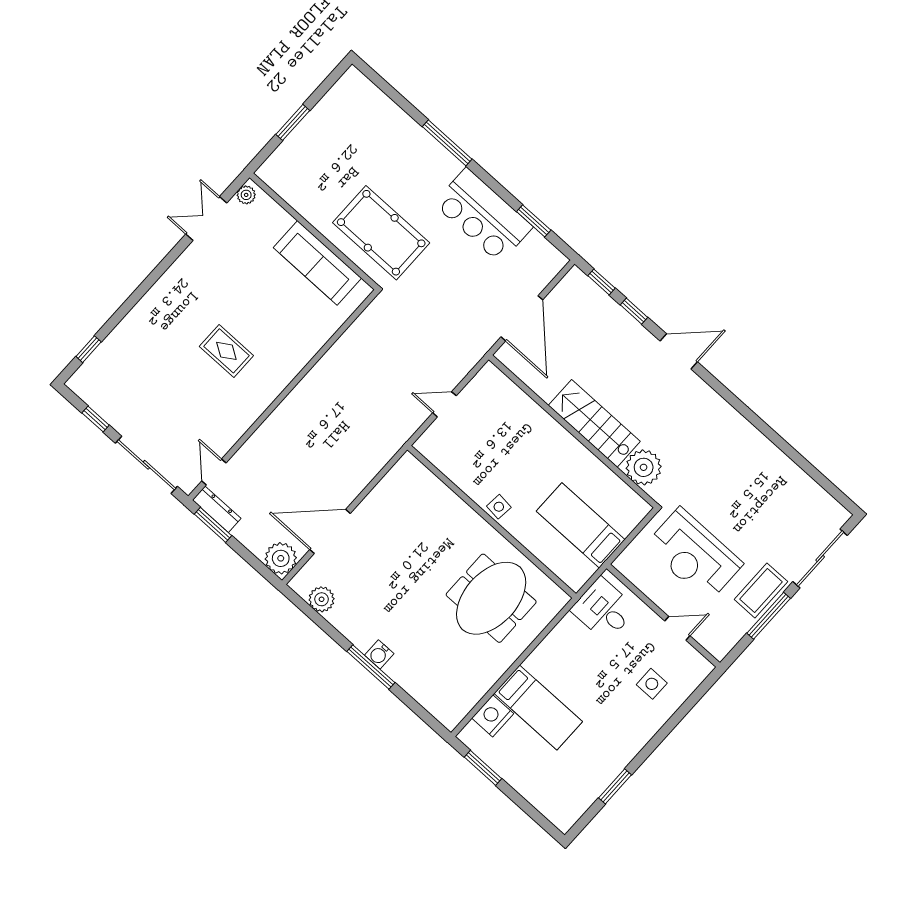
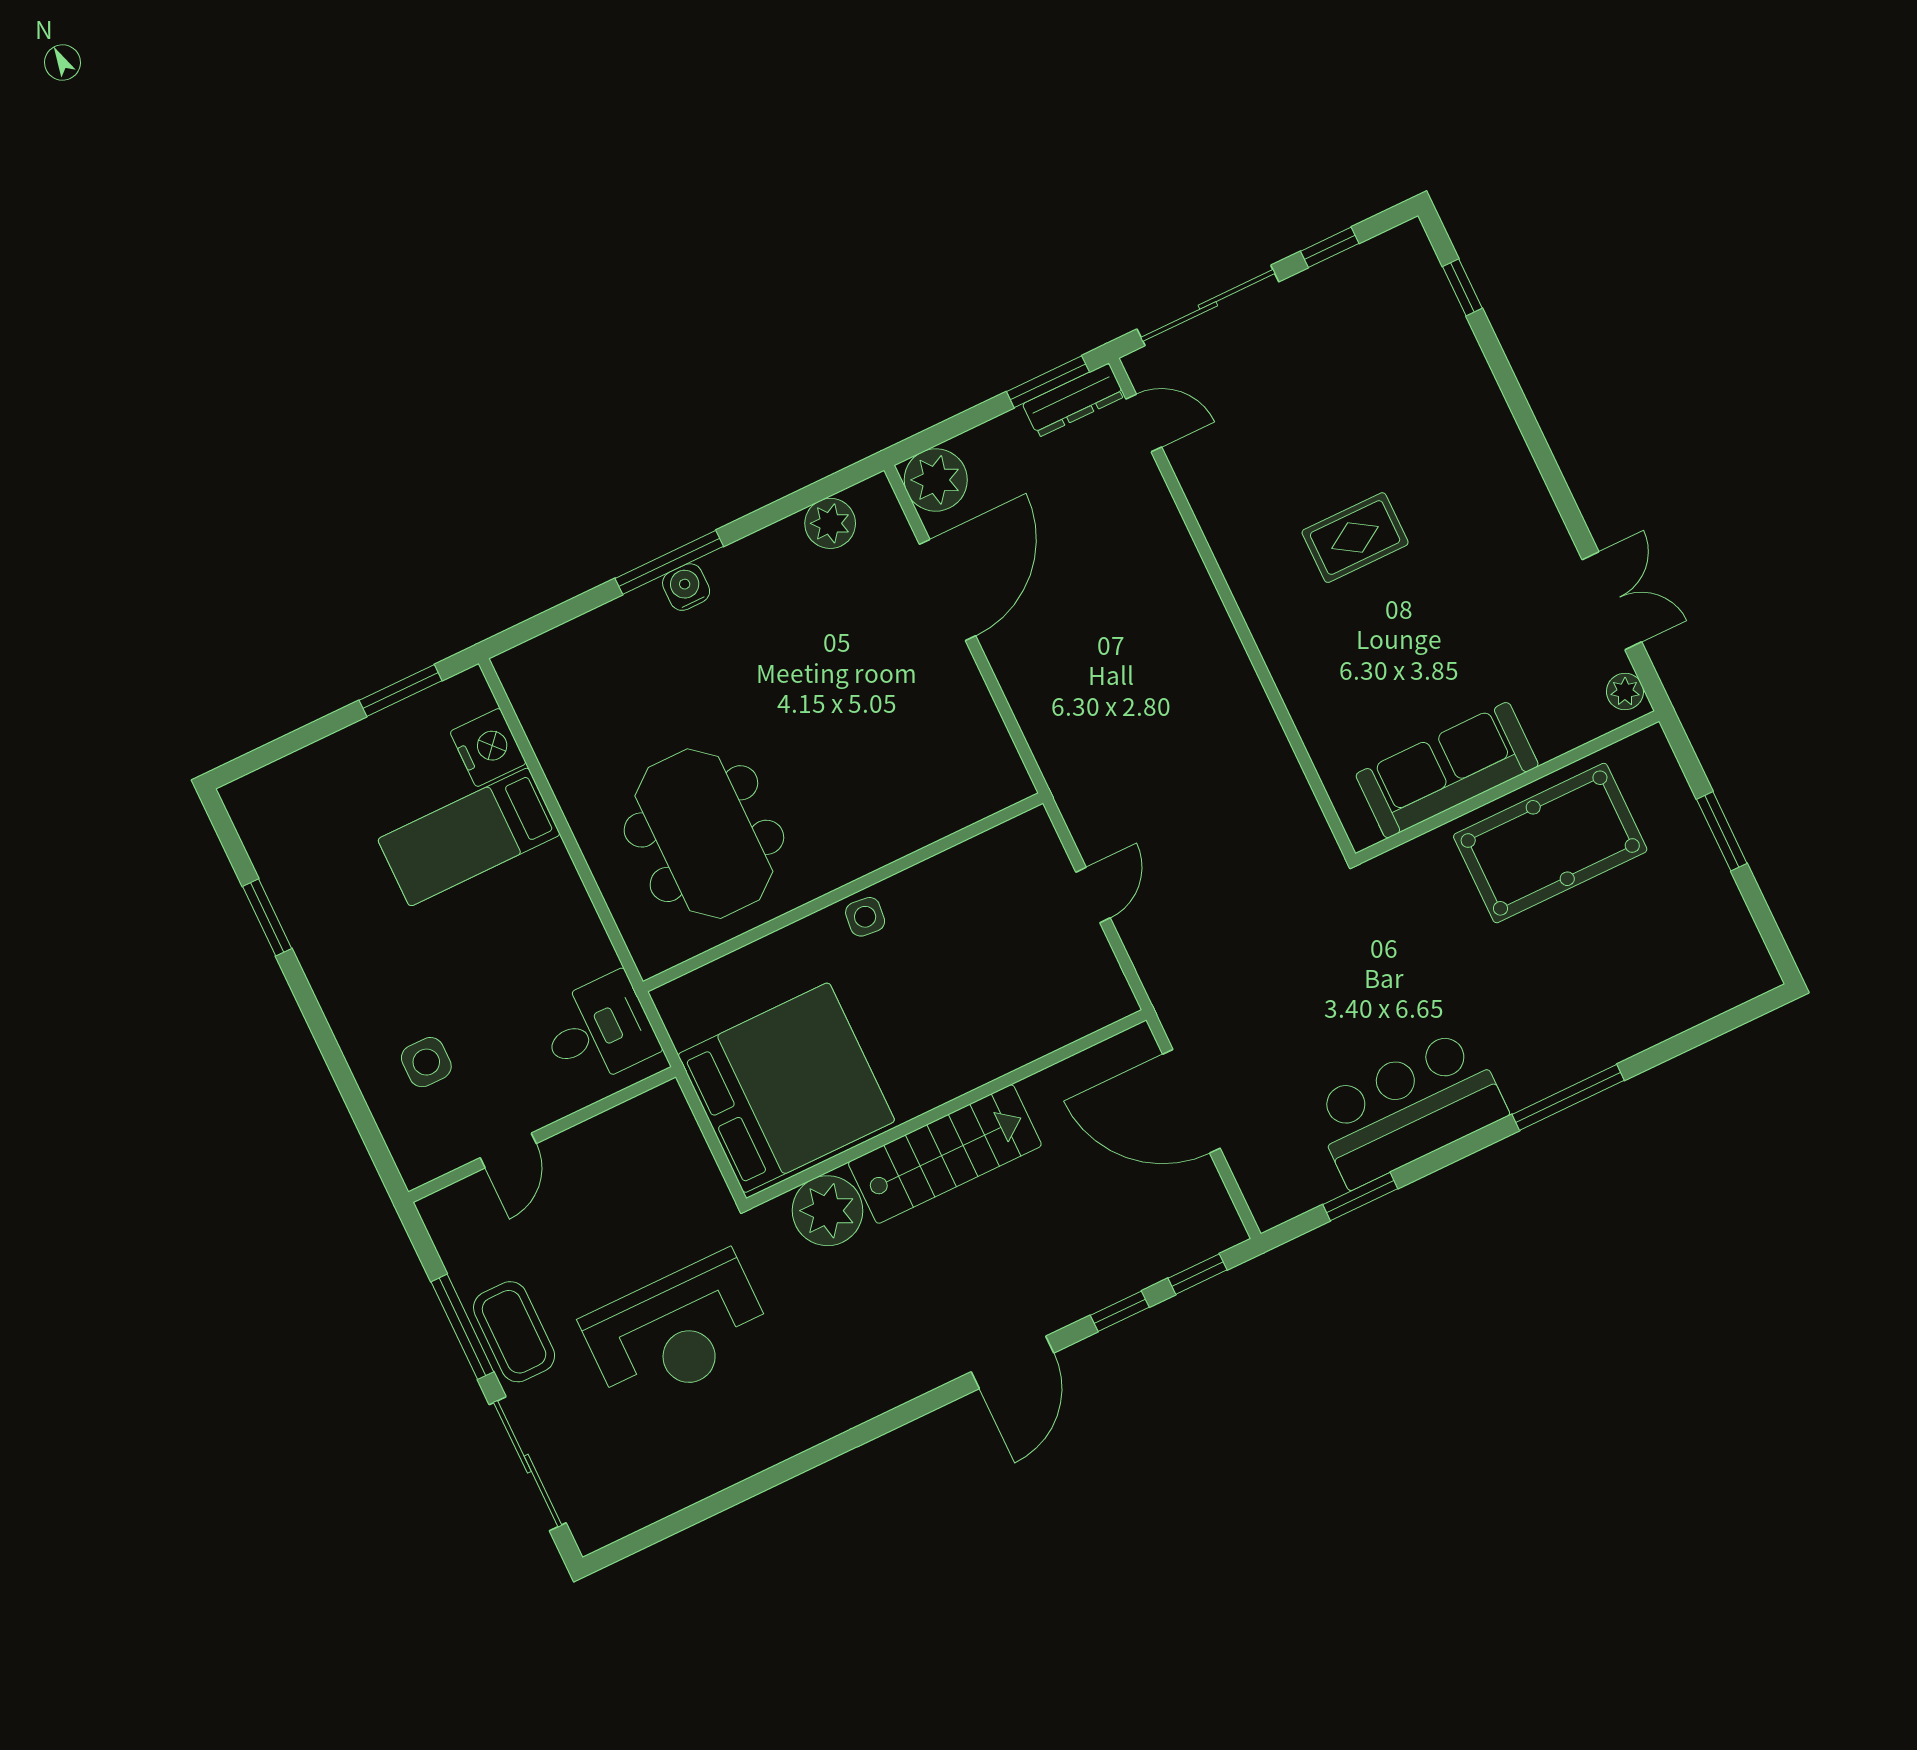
pool table: (381, 233) -> (1550, 843), moved
bed: (581, 525) -> (786, 1088), width x2.04
reception desk: (694, 555) -> (677, 1331), moved, turned 180

